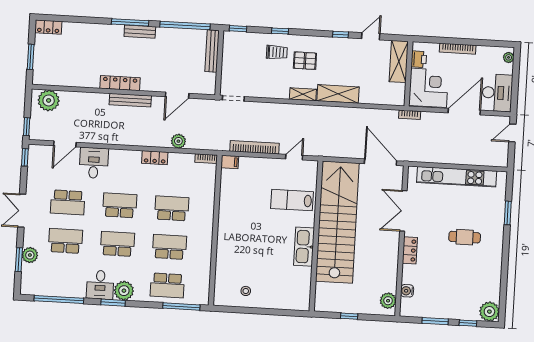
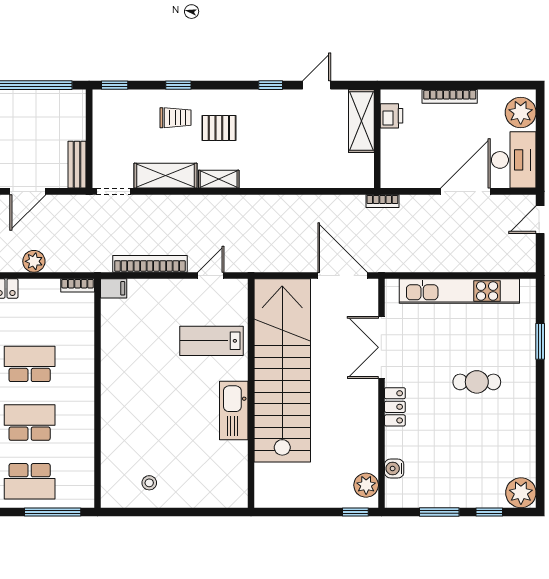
bench: (212, 51) -> (77, 165), moved, width x0.73
plant: (509, 57) -> (521, 112), width x1.87, depth x1.87
corner desk: (429, 88) -> (409, 158), removed
shelving: (338, 94) -> (165, 176), moved
window: (349, 316) -> (355, 512), moved

